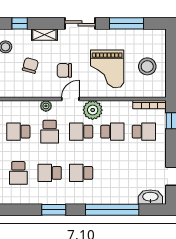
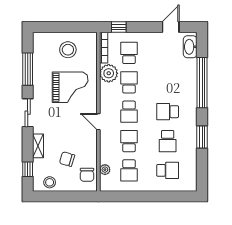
chair: (64, 70) -> (87, 175), moved
plant: (46, 106) -> (105, 170), moved
plant: (93, 110) -> (109, 73), moved
school desk: (50, 132) -> (129, 141), turned -90
school desk: (81, 173) -> (168, 112), turned 90

